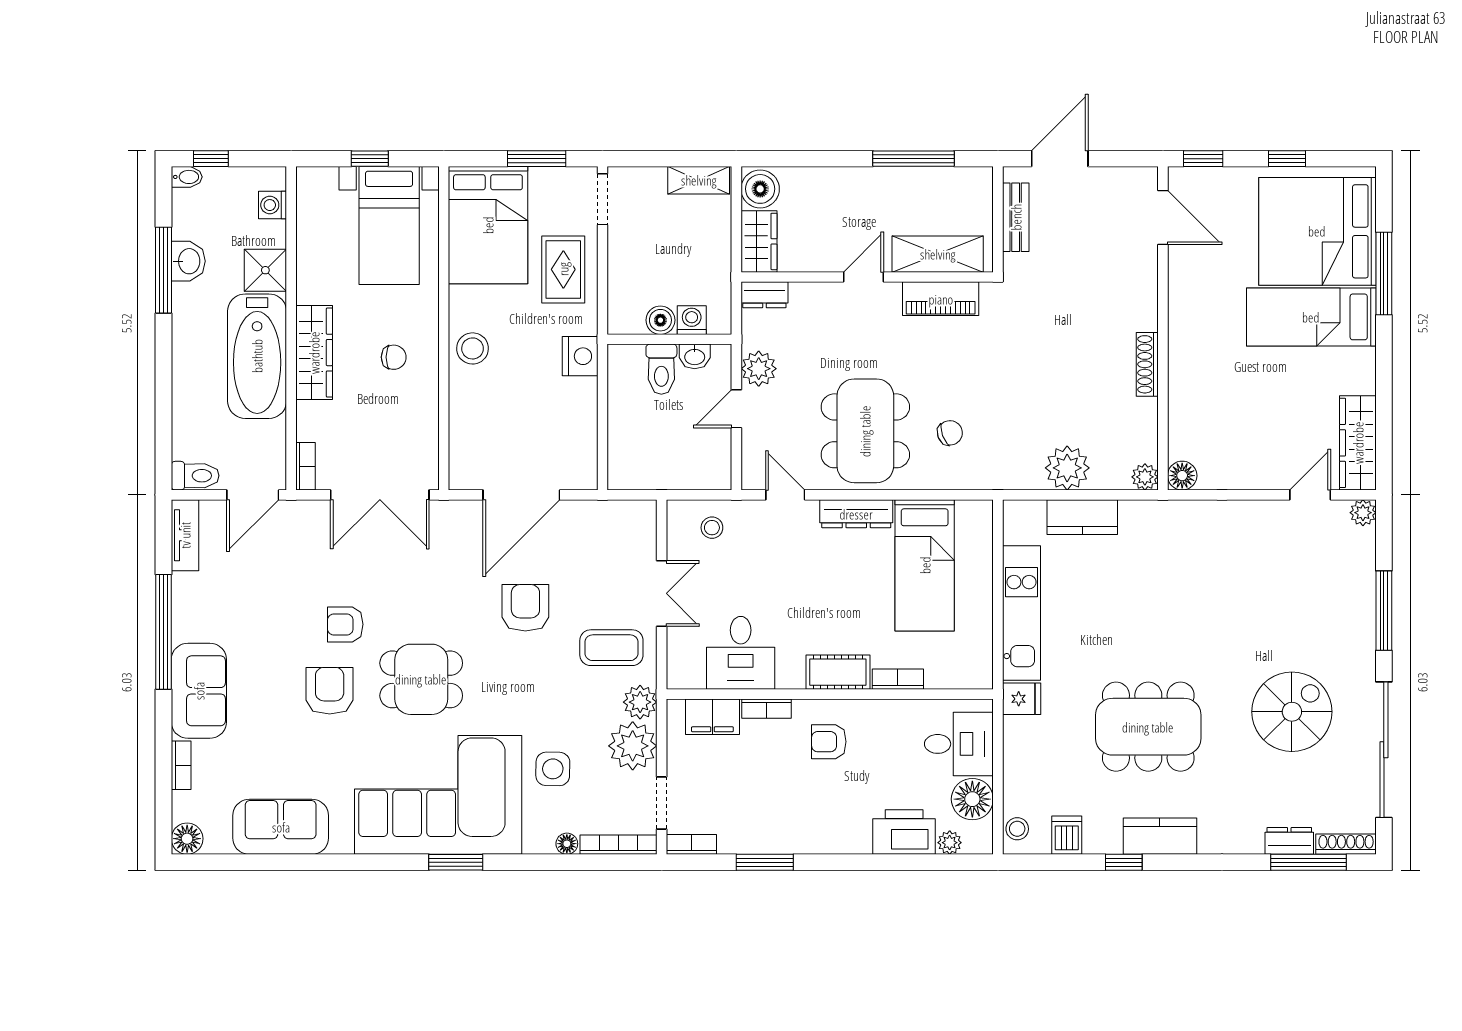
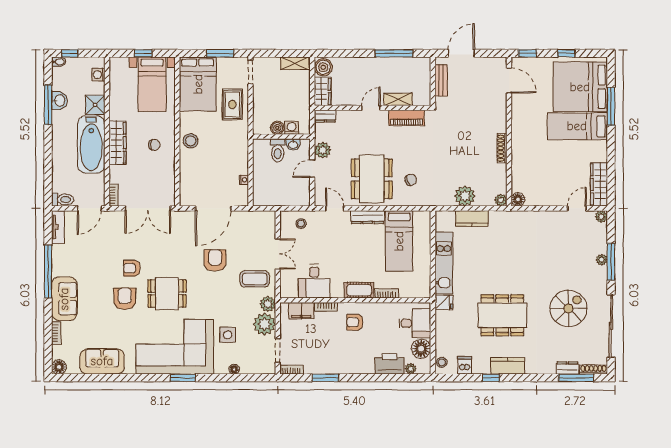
shelving: (938, 254) -> (398, 99), width x0.67, depth x0.75
nightstand: (580, 356) -> (244, 180), moved, width x0.53, depth x0.56
plant: (1364, 606) -> (602, 260), added
bookcase: (619, 845) -> (258, 370), removed

